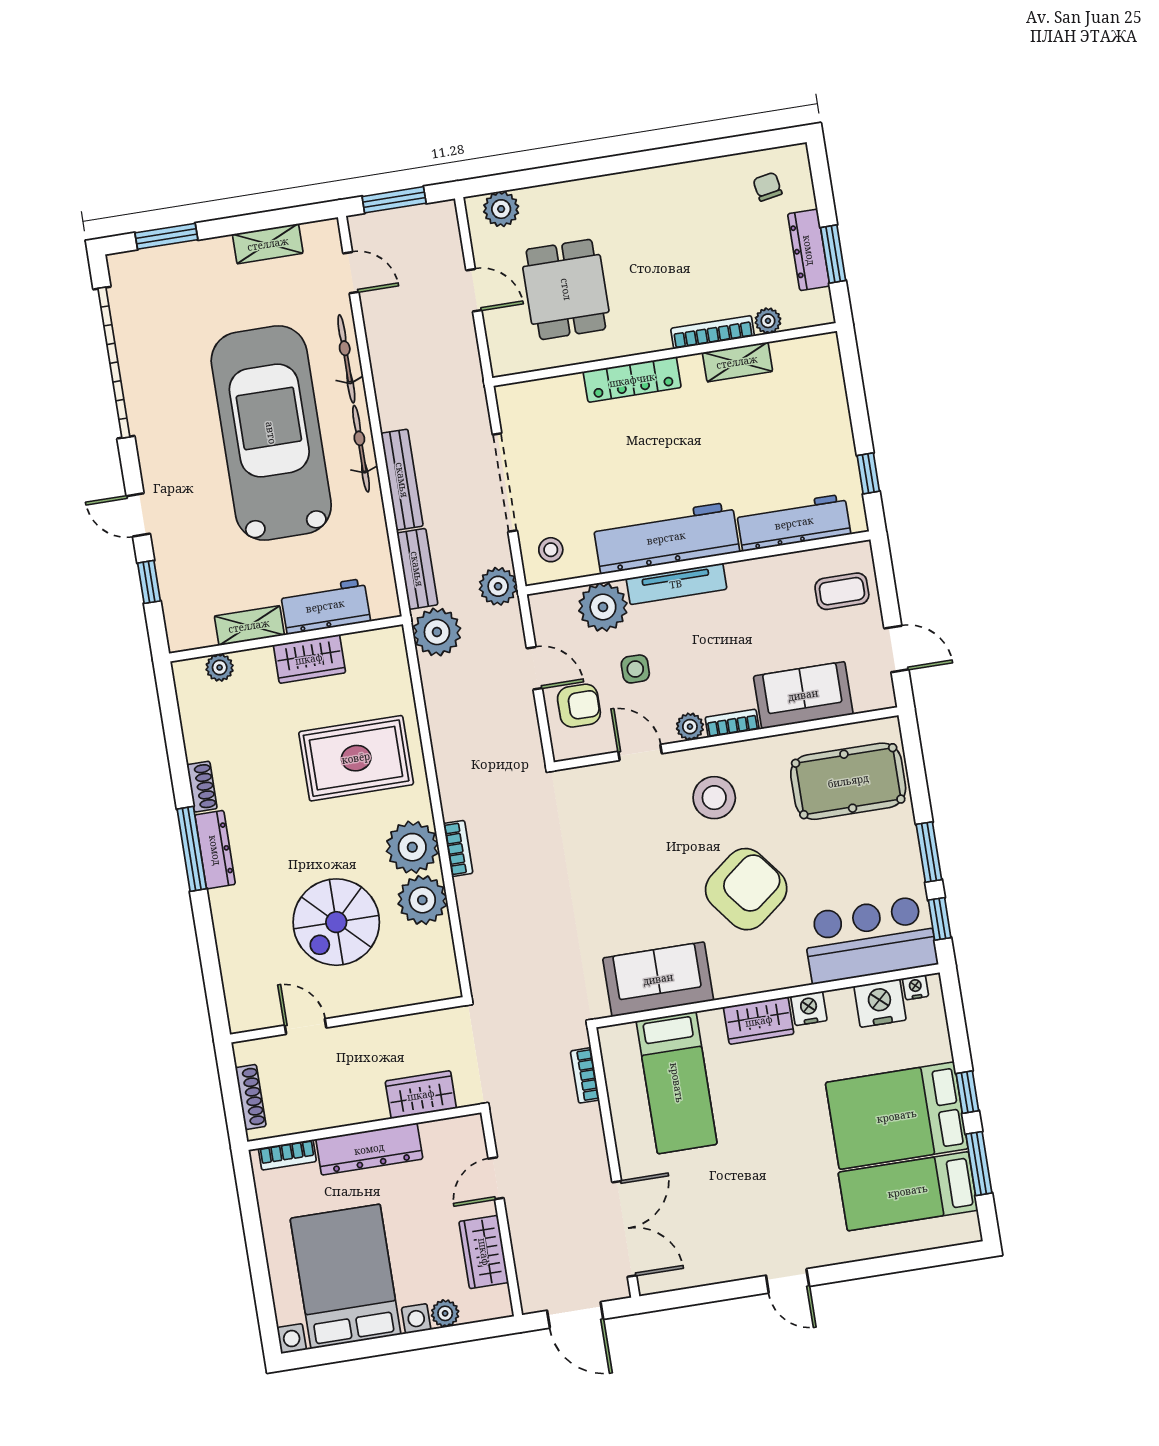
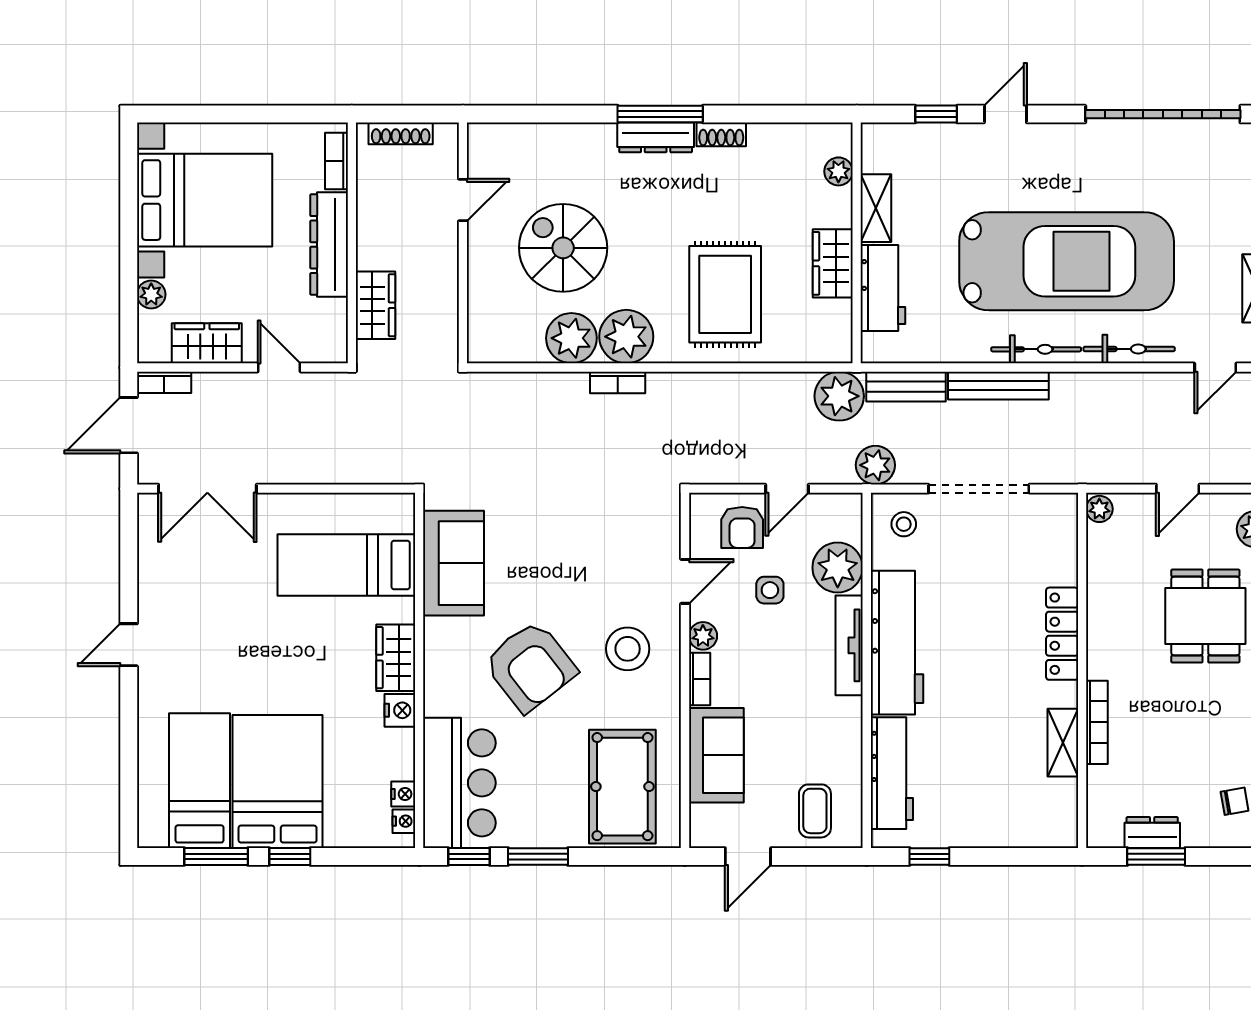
dresser: (809, 250) -> (1152, 833), width x0.70
dining table: (566, 289) -> (1205, 616), moved, turned 90
plant: (768, 321) -> (1099, 509), moved
nightstand: (880, 1003) -> (403, 794), width x0.53, depth x0.56
bookcase: (585, 1075) -> (164, 382), moved, turned 180

